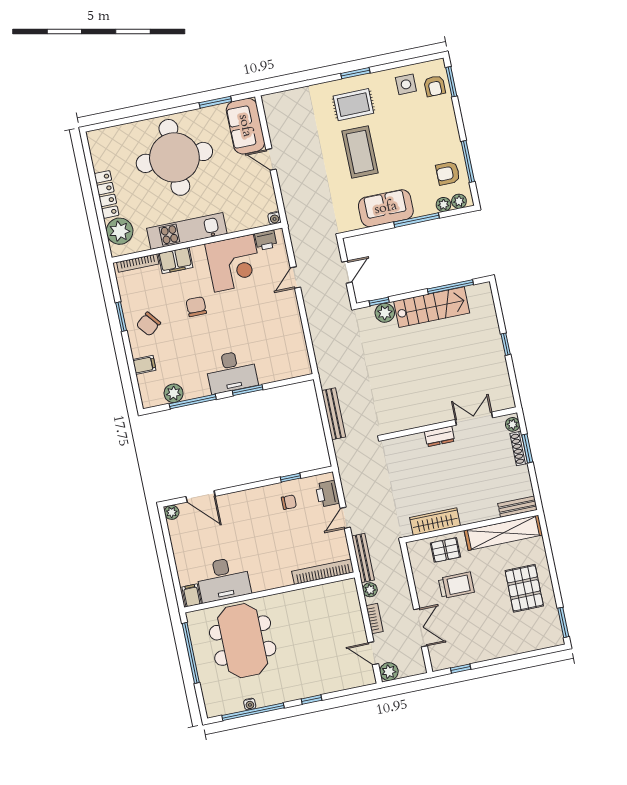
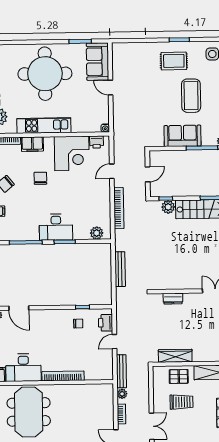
coffee table: (360, 152) -> (191, 96), moved
bookcase: (315, 328) -> (119, 208), added
plant: (174, 393) -> (97, 233), moved
dresser: (440, 436) -> (173, 299), moved
bookcase: (323, 572) -> (63, 376), moved

